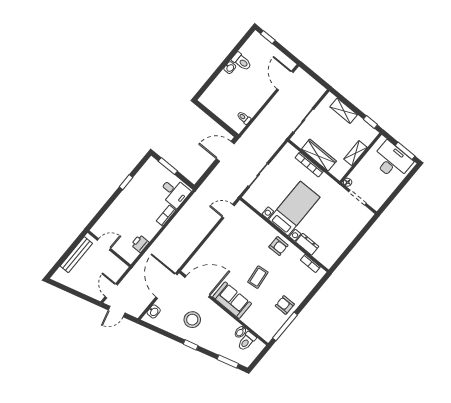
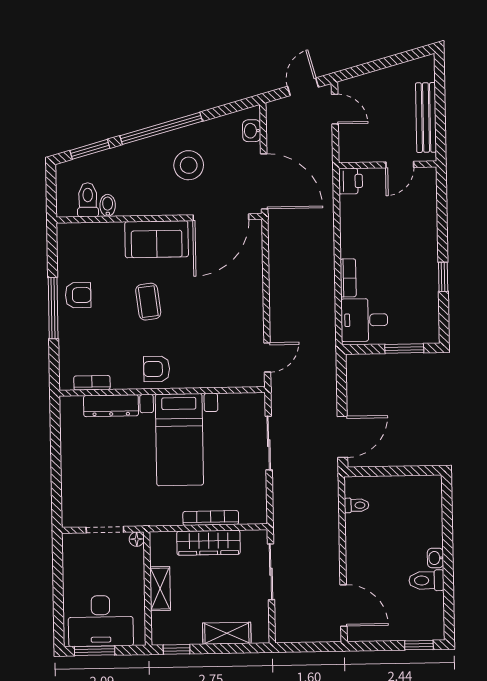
printer: (140, 244) -> (351, 181), moved
dresser: (307, 244) -> (111, 406), width x1.44
window: (285, 326) -> (53, 308), moved
window: (191, 345) -> (161, 128), width x3.17

